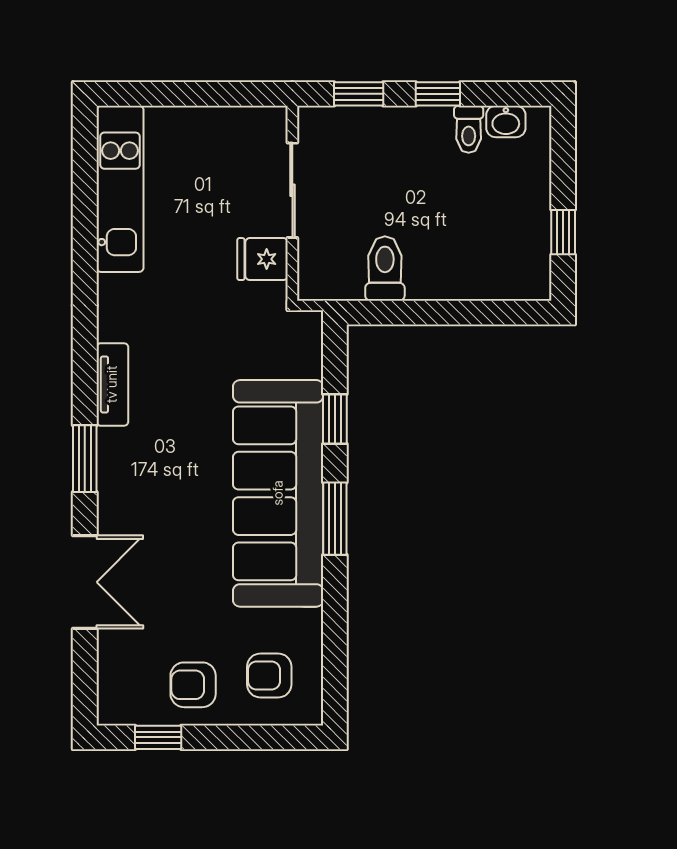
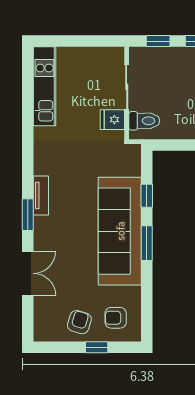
toilet: (385, 269) -> (144, 121), moved, turned 90
tv unit: (112, 384) -> (41, 195), moved
armchair: (193, 685) -> (79, 322), turned 107
window: (158, 737) -> (97, 347), moved

